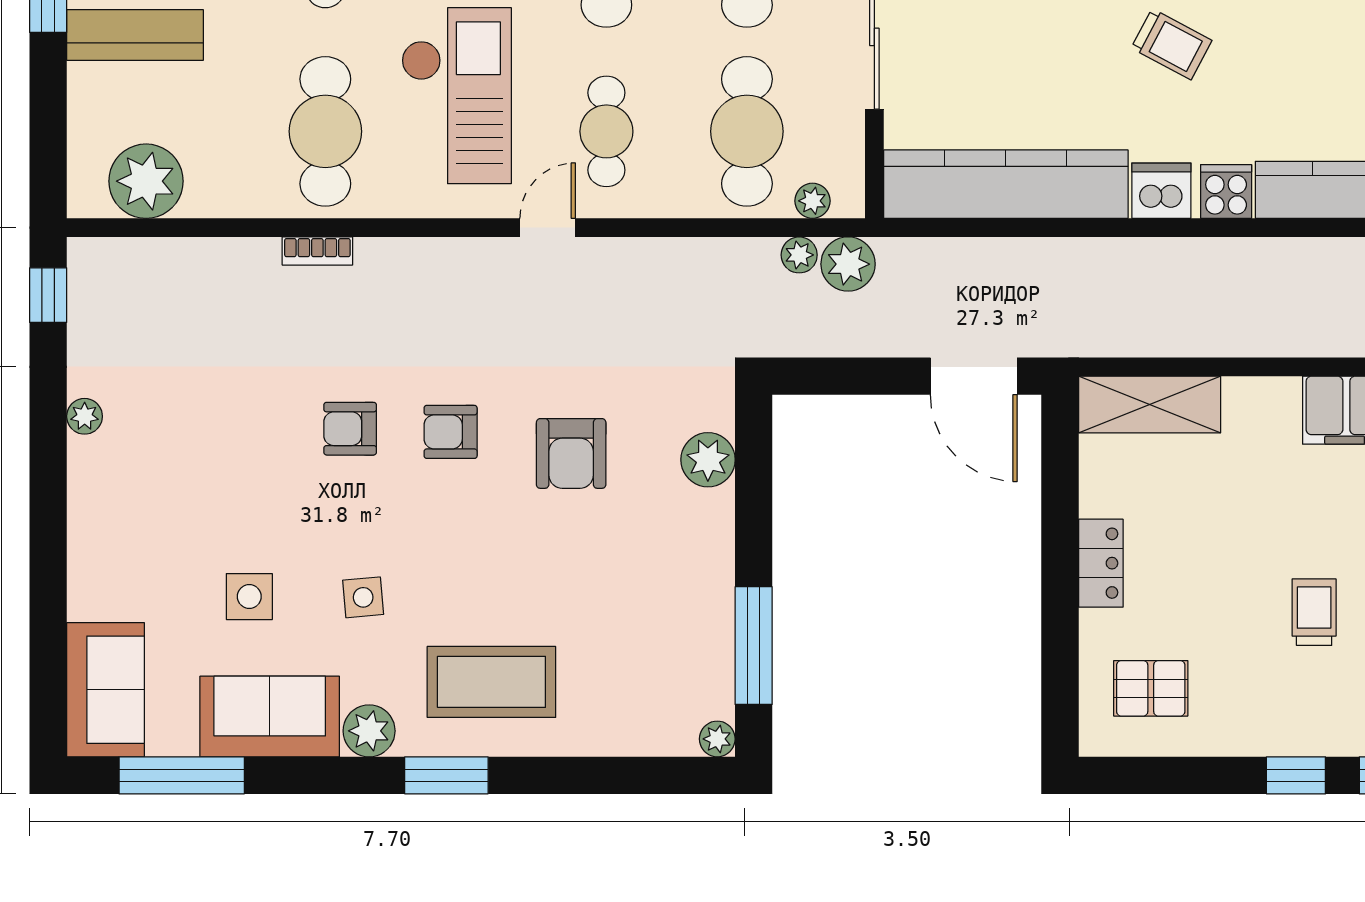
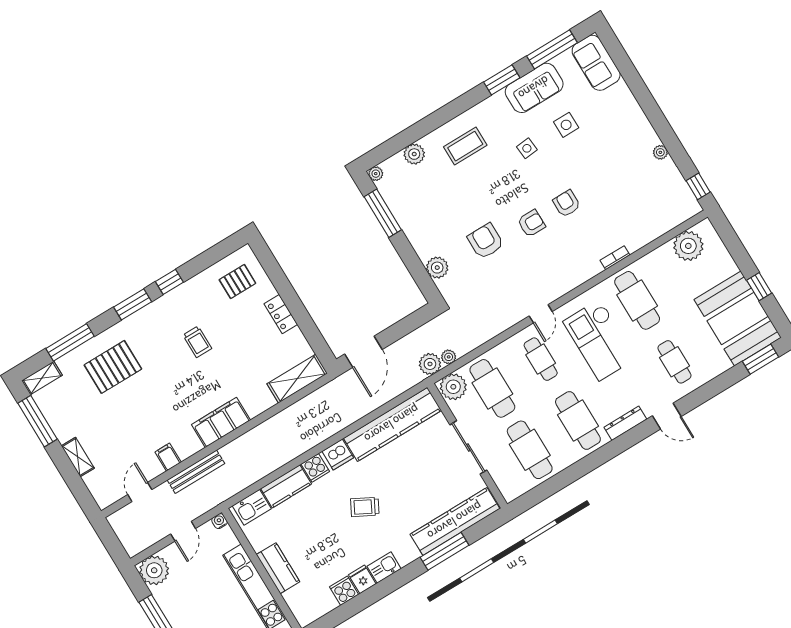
plant: (812, 201) -> (453, 387), width x1.87, depth x1.87
door: (974, 376) -> (363, 352), swing flipped
armchair: (350, 429) -> (567, 204), turned -90
coffee table: (491, 682) -> (465, 146), width x0.73, depth x0.76
plant: (369, 731) -> (414, 154), moved
window: (446, 775) -> (502, 80), moved

